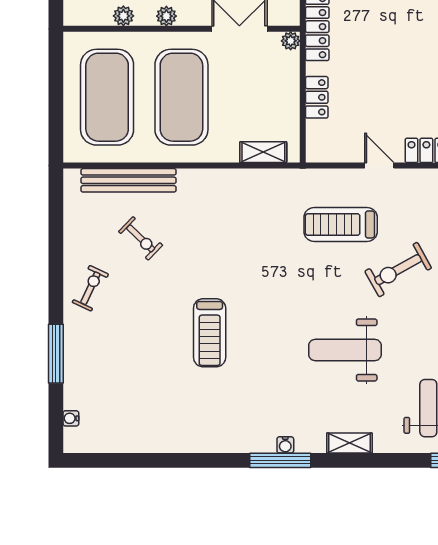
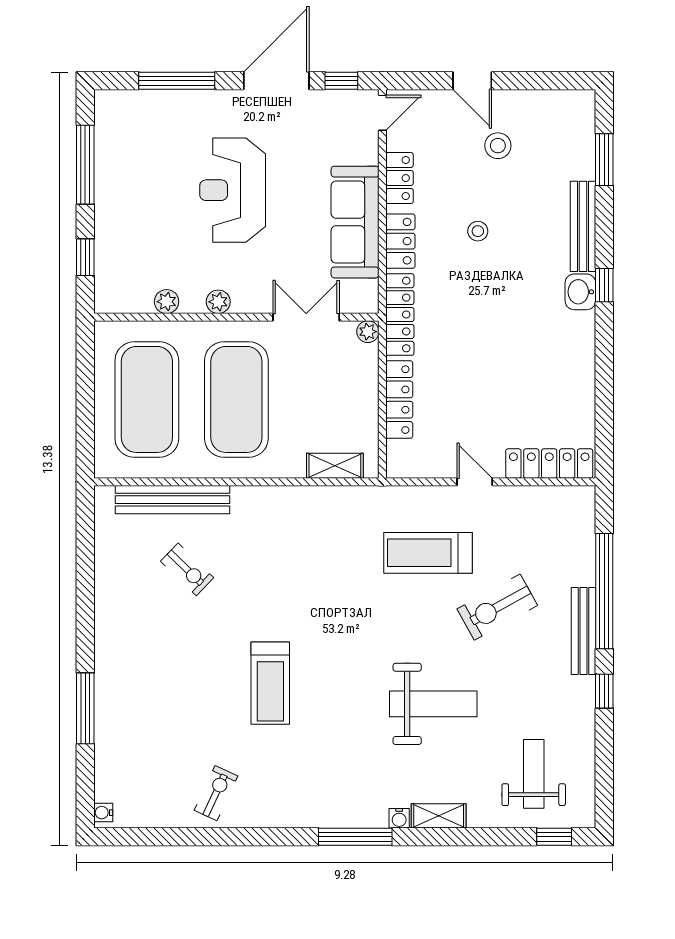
locker: (317, 97) -> (399, 400), width x1.53
exercise bike: (90, 288) -> (216, 793), moved
weight bench: (345, 350) -> (433, 704), turned 180
water cooler: (71, 418) -> (103, 813), moved
water cooler: (285, 445) -> (399, 818), moved

